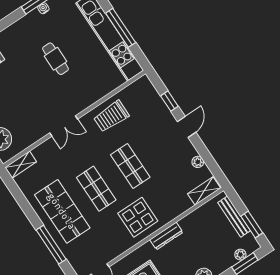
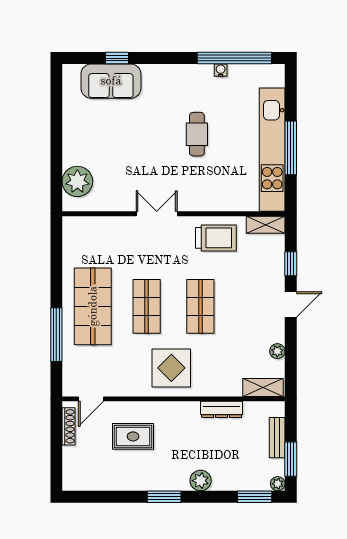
trolley: (111, 116) -> (216, 238), turned 180
double door: (64, 126) -> (157, 214), swing flipped
shelving: (21, 165) -> (266, 225), moved
bench: (234, 217) -> (277, 438), width x0.73
dresser: (166, 236) -> (222, 409), moved
plant: (240, 255) -> (278, 484), moved

